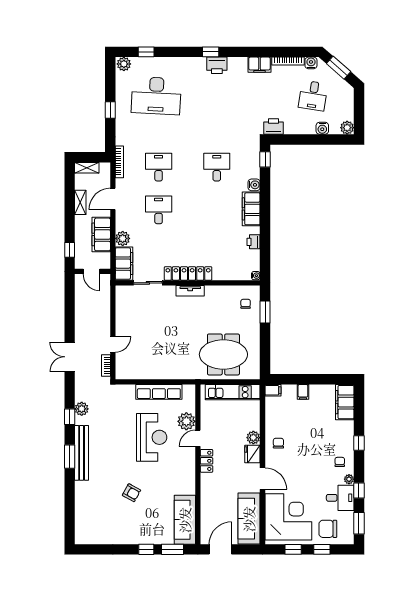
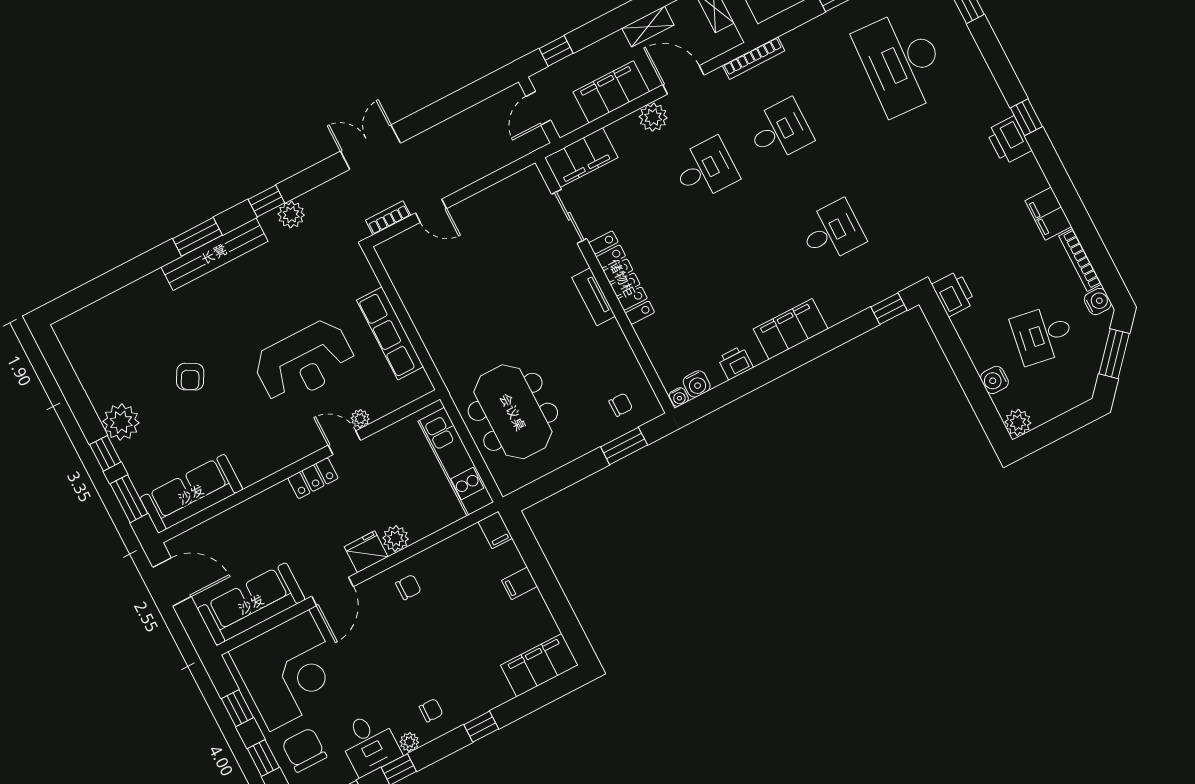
water cooler: (254, 185) -> (697, 384), moved
plant: (123, 238) -> (653, 117), moved
plant: (186, 421) -> (360, 419), width x0.53, depth x0.53
plant: (136, 535) -> (121, 422), added

